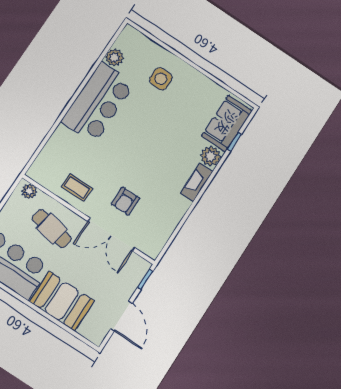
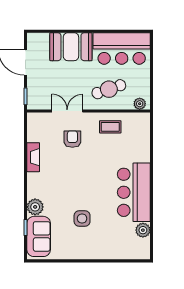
side table: (161, 79) -> (82, 218), moved
fireplace: (197, 182) -> (33, 157), moved
cafe table: (52, 229) -> (109, 89), turned -30
double door: (111, 234) -> (67, 111), width x0.73

